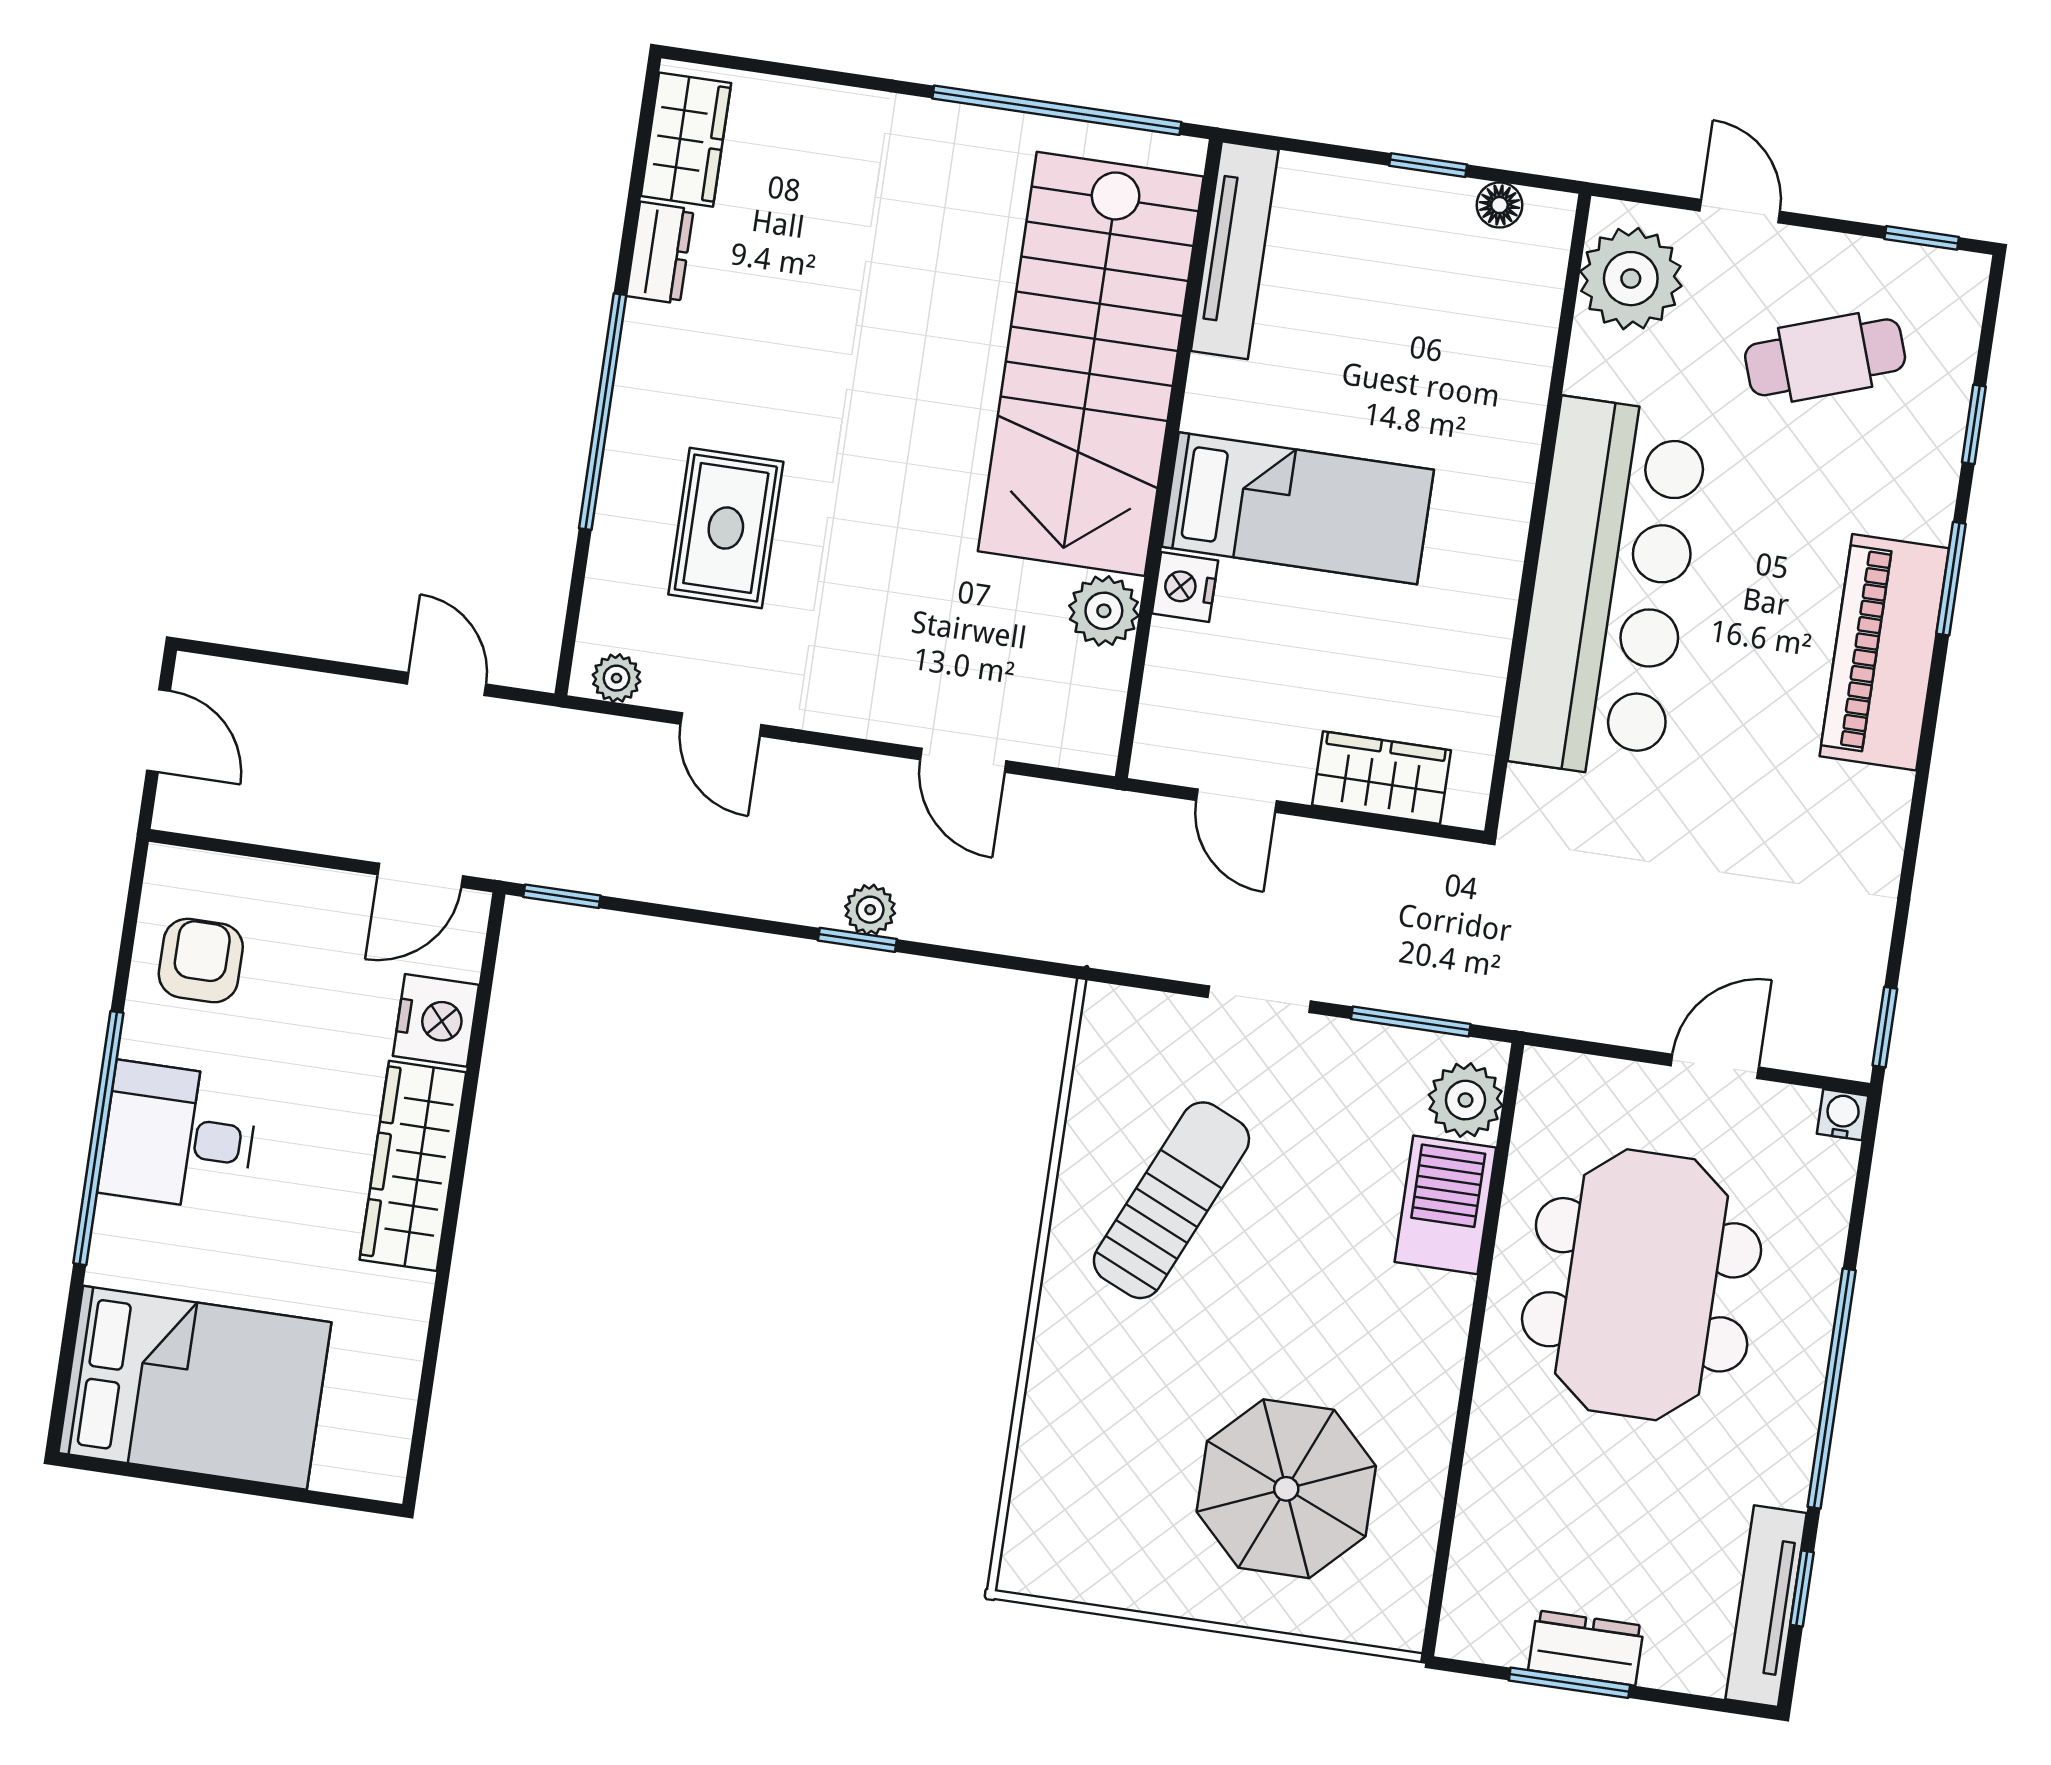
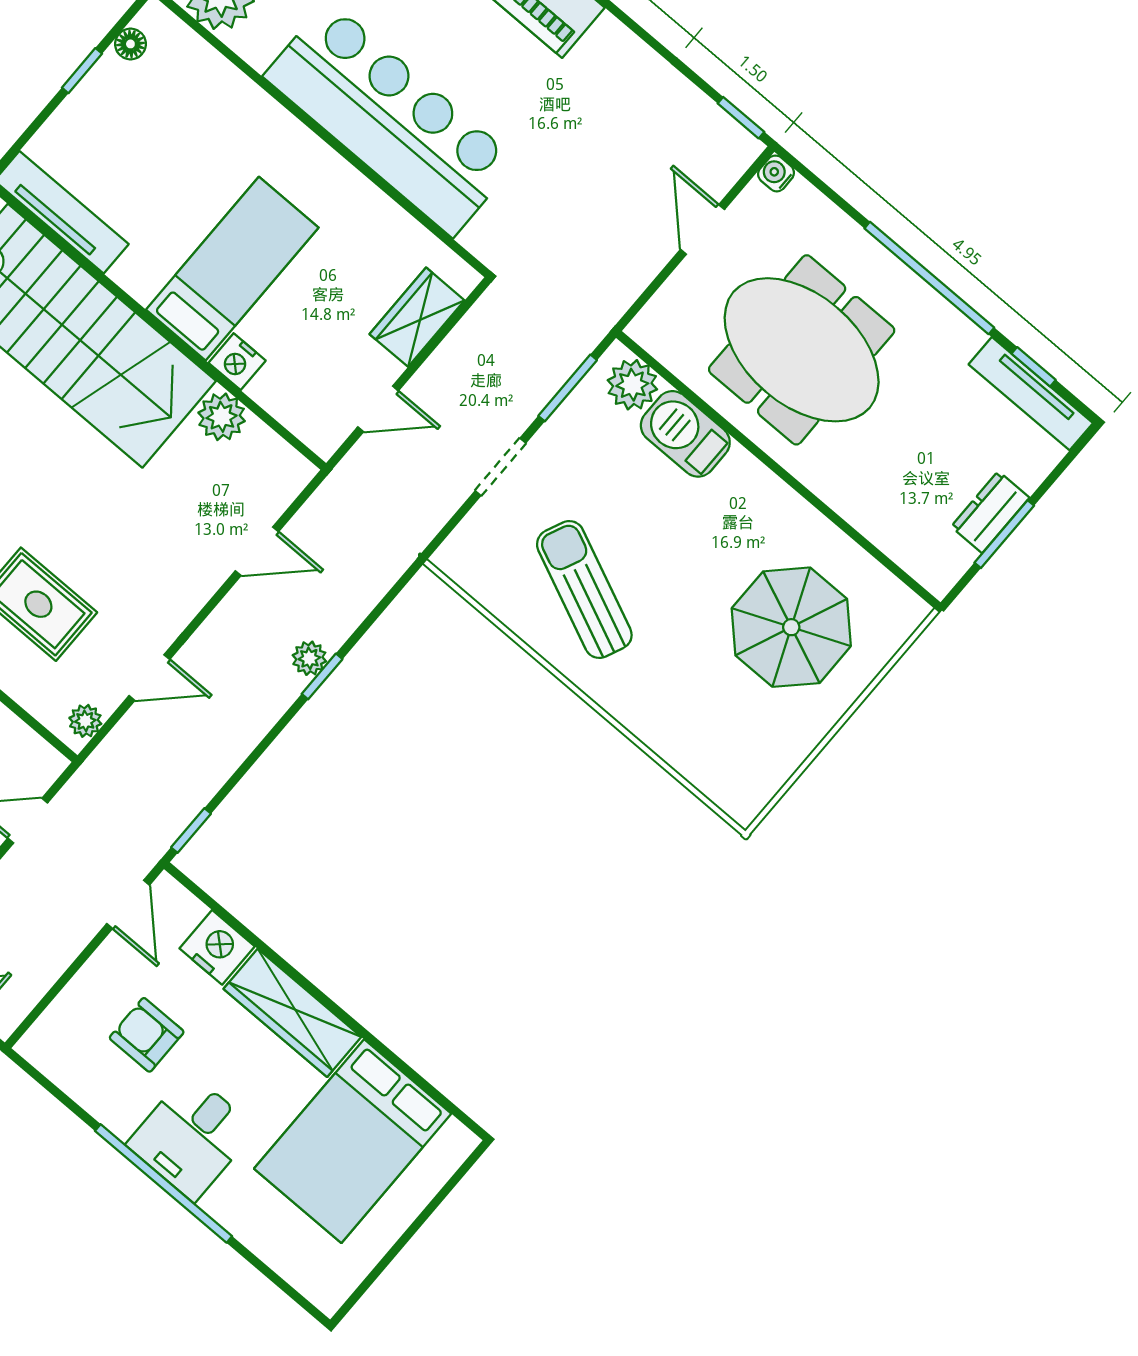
armchair: (201, 961) -> (147, 1035), moved
bed: (195, 1388) -> (353, 1141), moved, turned 180

